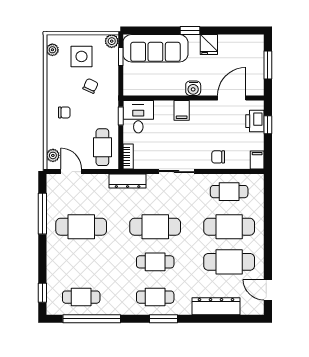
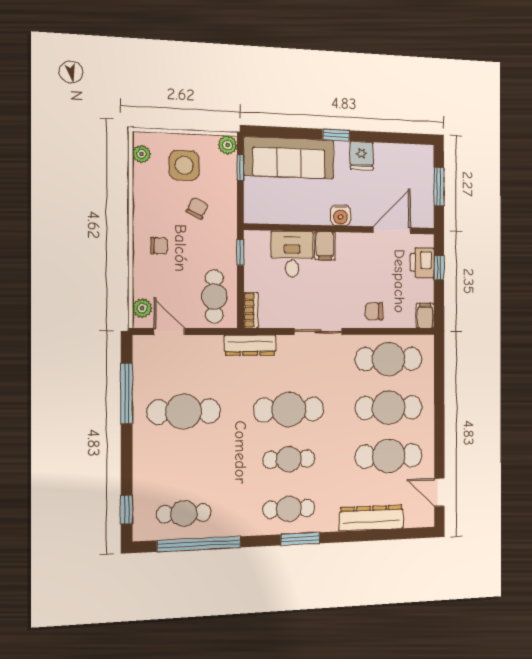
desk: (138, 117) -> (292, 254), moved
cafe table: (229, 192) -> (389, 359), width x1.37, depth x1.35

